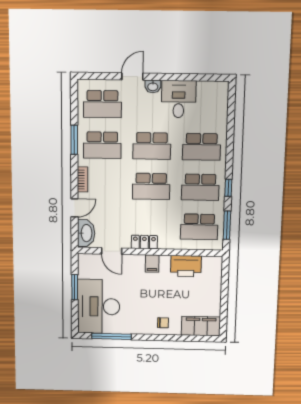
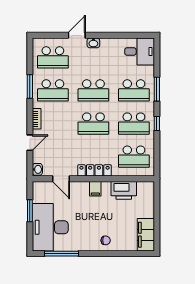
desk: (179, 99) -> (140, 52), moved, turned 90
window: (227, 225) -> (157, 89), moved
washbasin: (86, 233) -> (37, 169), width x0.52, depth x0.69
locker: (144, 242) -> (95, 170), width x1.53
filing cabinet: (201, 326) -> (146, 235), moved, turned -90

